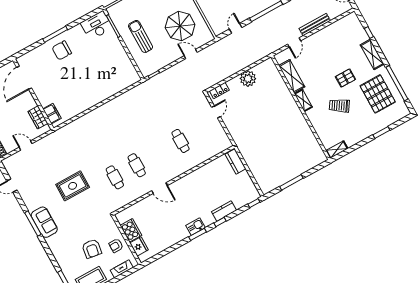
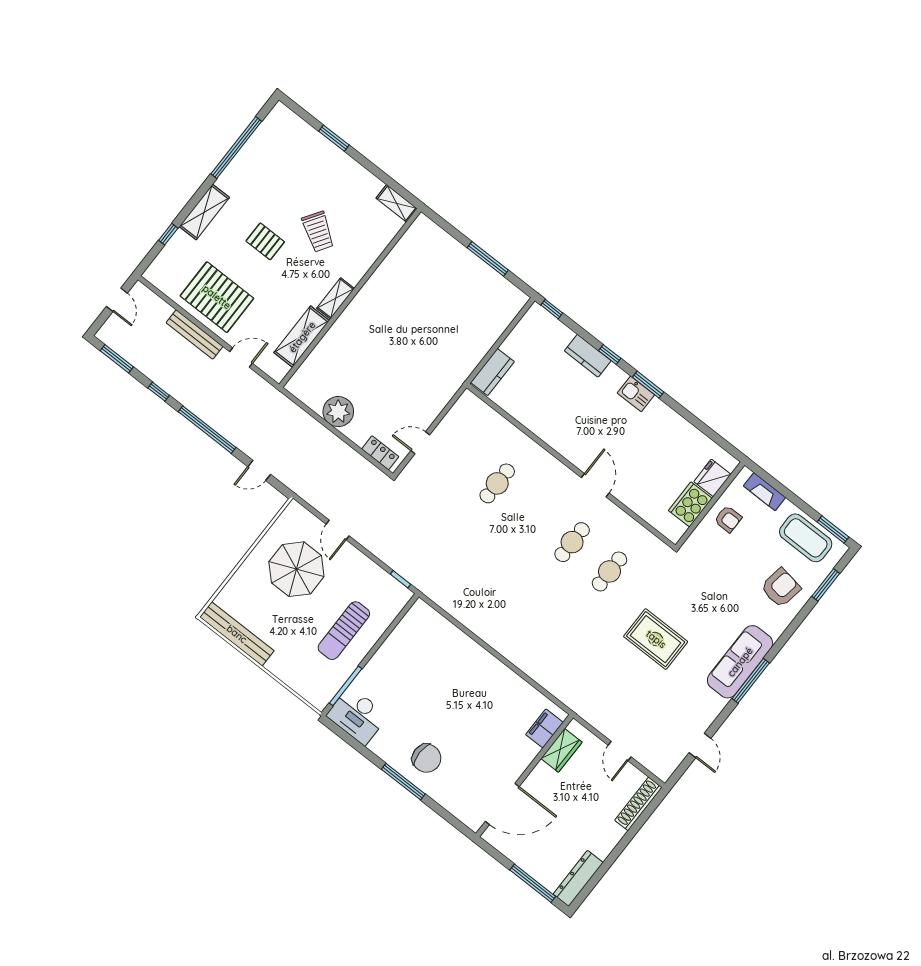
pallet: (378, 94) -> (217, 297), moved, turned 90
sofa: (44, 222) -> (740, 662), width x1.36
armchair: (92, 249) -> (781, 588), moved

